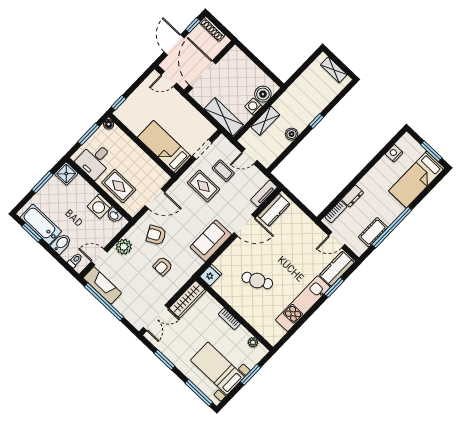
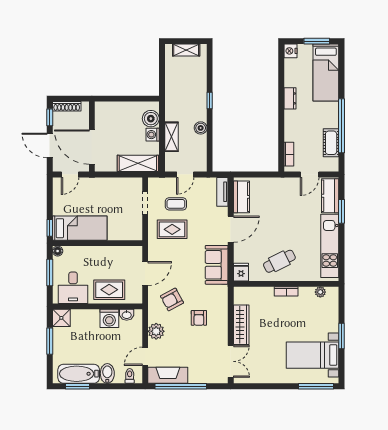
bed: (164, 147) -> (80, 228), moved, turned 180
nightstand: (394, 153) -> (290, 51), moved
dresser: (353, 196) -> (290, 98), moved
fridge: (211, 275) -> (241, 272), moved
wall: (234, 314) -> (286, 284), moved
bookcase: (229, 319) -> (286, 291), moved
plant: (253, 342) -> (320, 292), moved
window: (164, 360) -> (267, 386), removed

